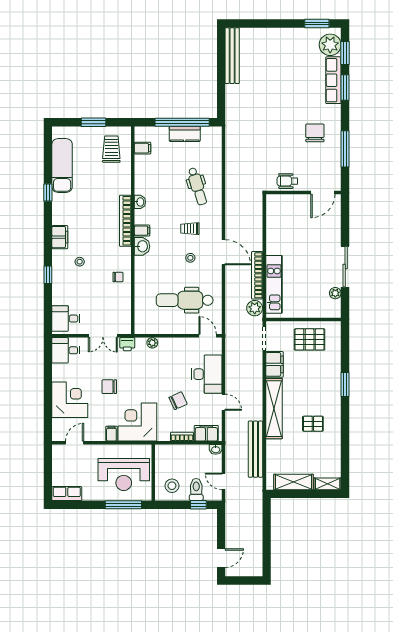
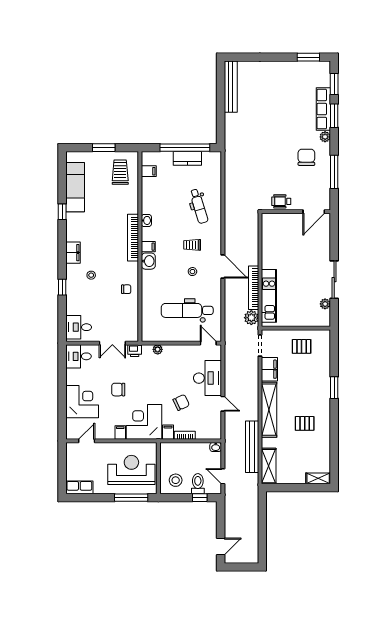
plant: (330, 45) -> (325, 137), moved, width x0.53, depth x0.53
pallet: (310, 339) -> (302, 346), width x0.67, depth x0.71
filing cabinet: (206, 433) -> (168, 432), moved, width x0.50
reception desk: (124, 475) -> (131, 470), turned 180
shelving: (294, 482) -> (269, 466), moved, turned 90

